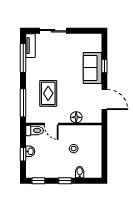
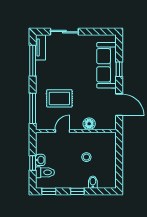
sofa: (92, 68) -> (106, 65), width x1.36
rug: (48, 93) -> (59, 98), turned 90
door: (51, 124) -> (62, 131), swing flipped
toilet: (35, 131) -> (45, 172), moved

